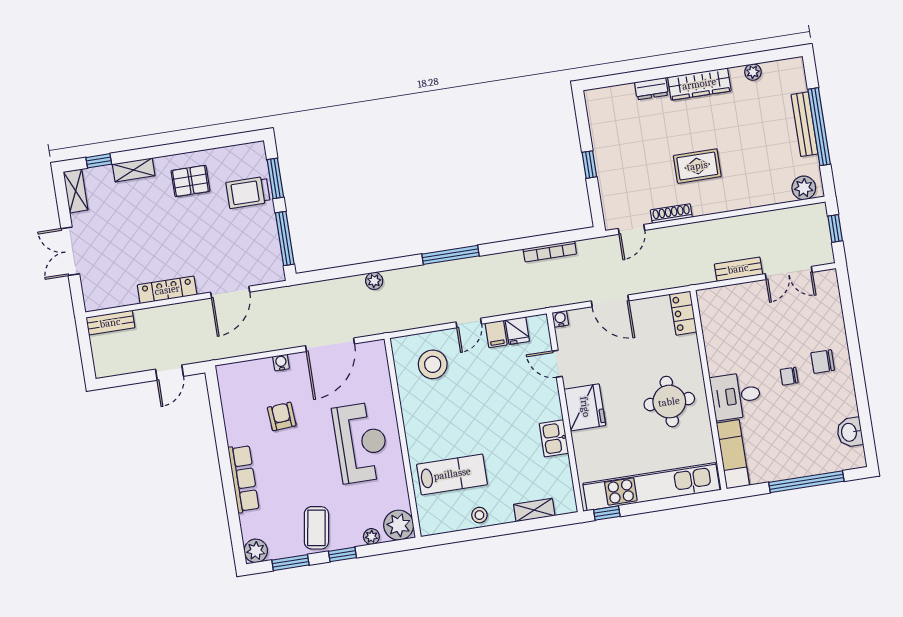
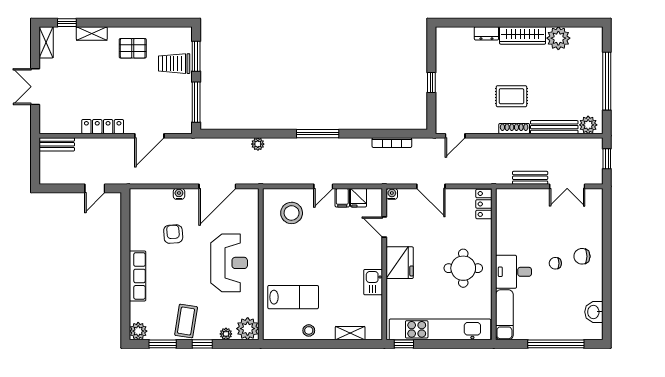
plant: (753, 72) -> (558, 38), width x1.87, depth x1.87
bench: (805, 124) -> (554, 127), moved, turned 90
shoe rack: (671, 214) -> (514, 129), moved

